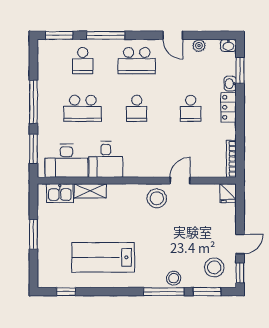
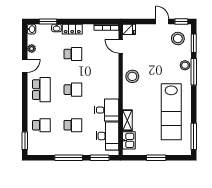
window: (106, 35) -> (25, 110), removed
school desk: (83, 108) -> (73, 125), width x0.54
door: (180, 181) -> (121, 46), moved
lab bench: (103, 257) -> (171, 112), width x1.36
window: (66, 292) -> (194, 136), width x2.17

